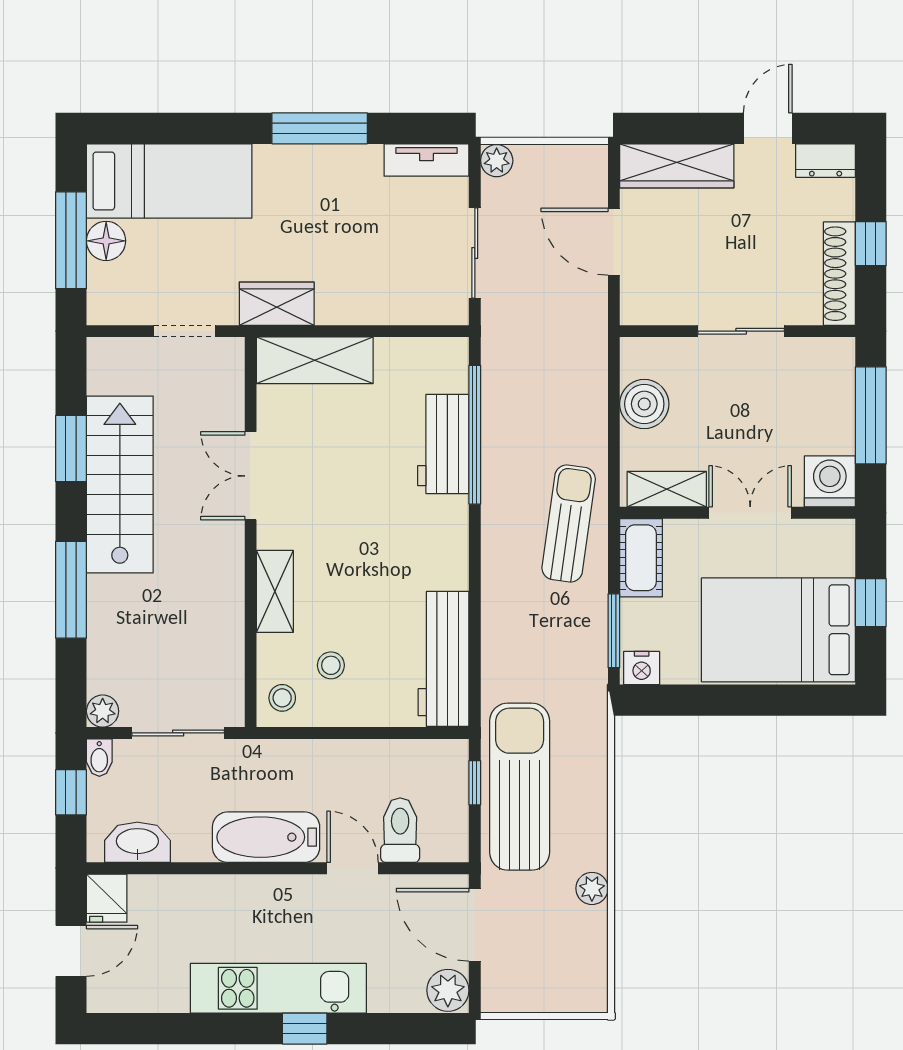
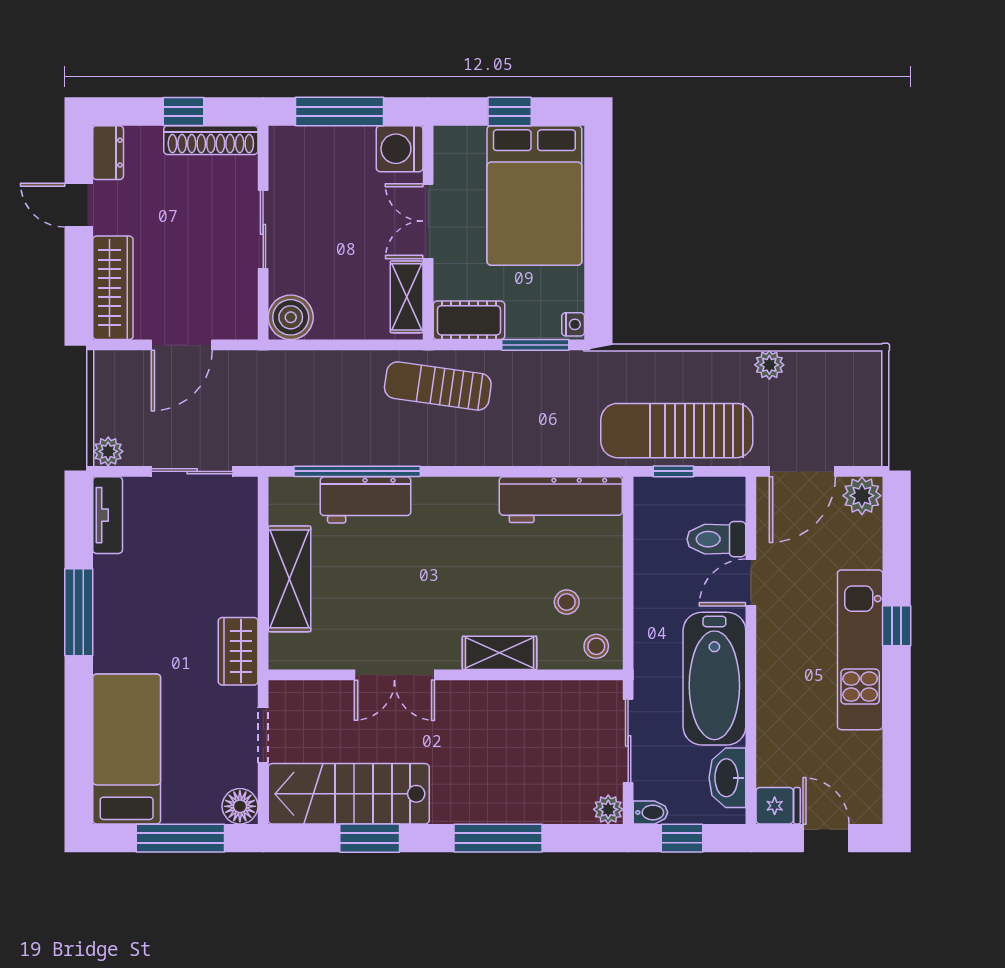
floor lamp: (106, 241) -> (240, 806), moved
shelving: (315, 360) -> (290, 579), moved
boiler: (644, 404) -> (291, 317), moved
stairs: (120, 484) -> (349, 794), moved
nightstand: (642, 668) -> (573, 324), width x0.72, depth x0.74
bathtub: (266, 837) -> (714, 679), width x1.36, depth x1.36

